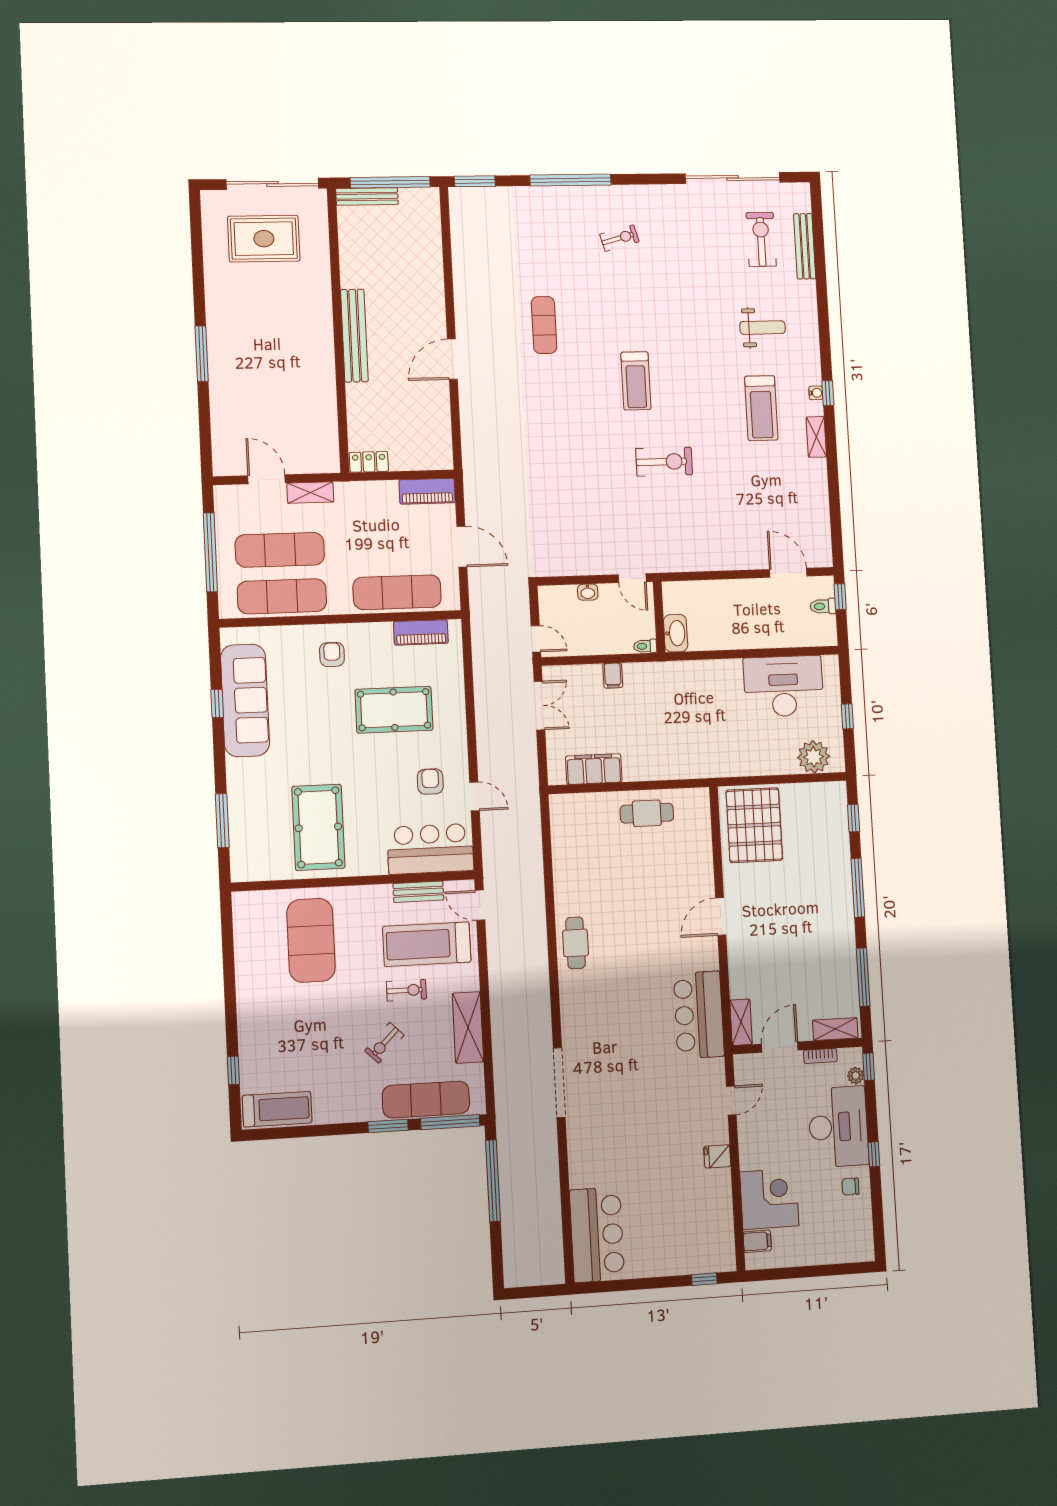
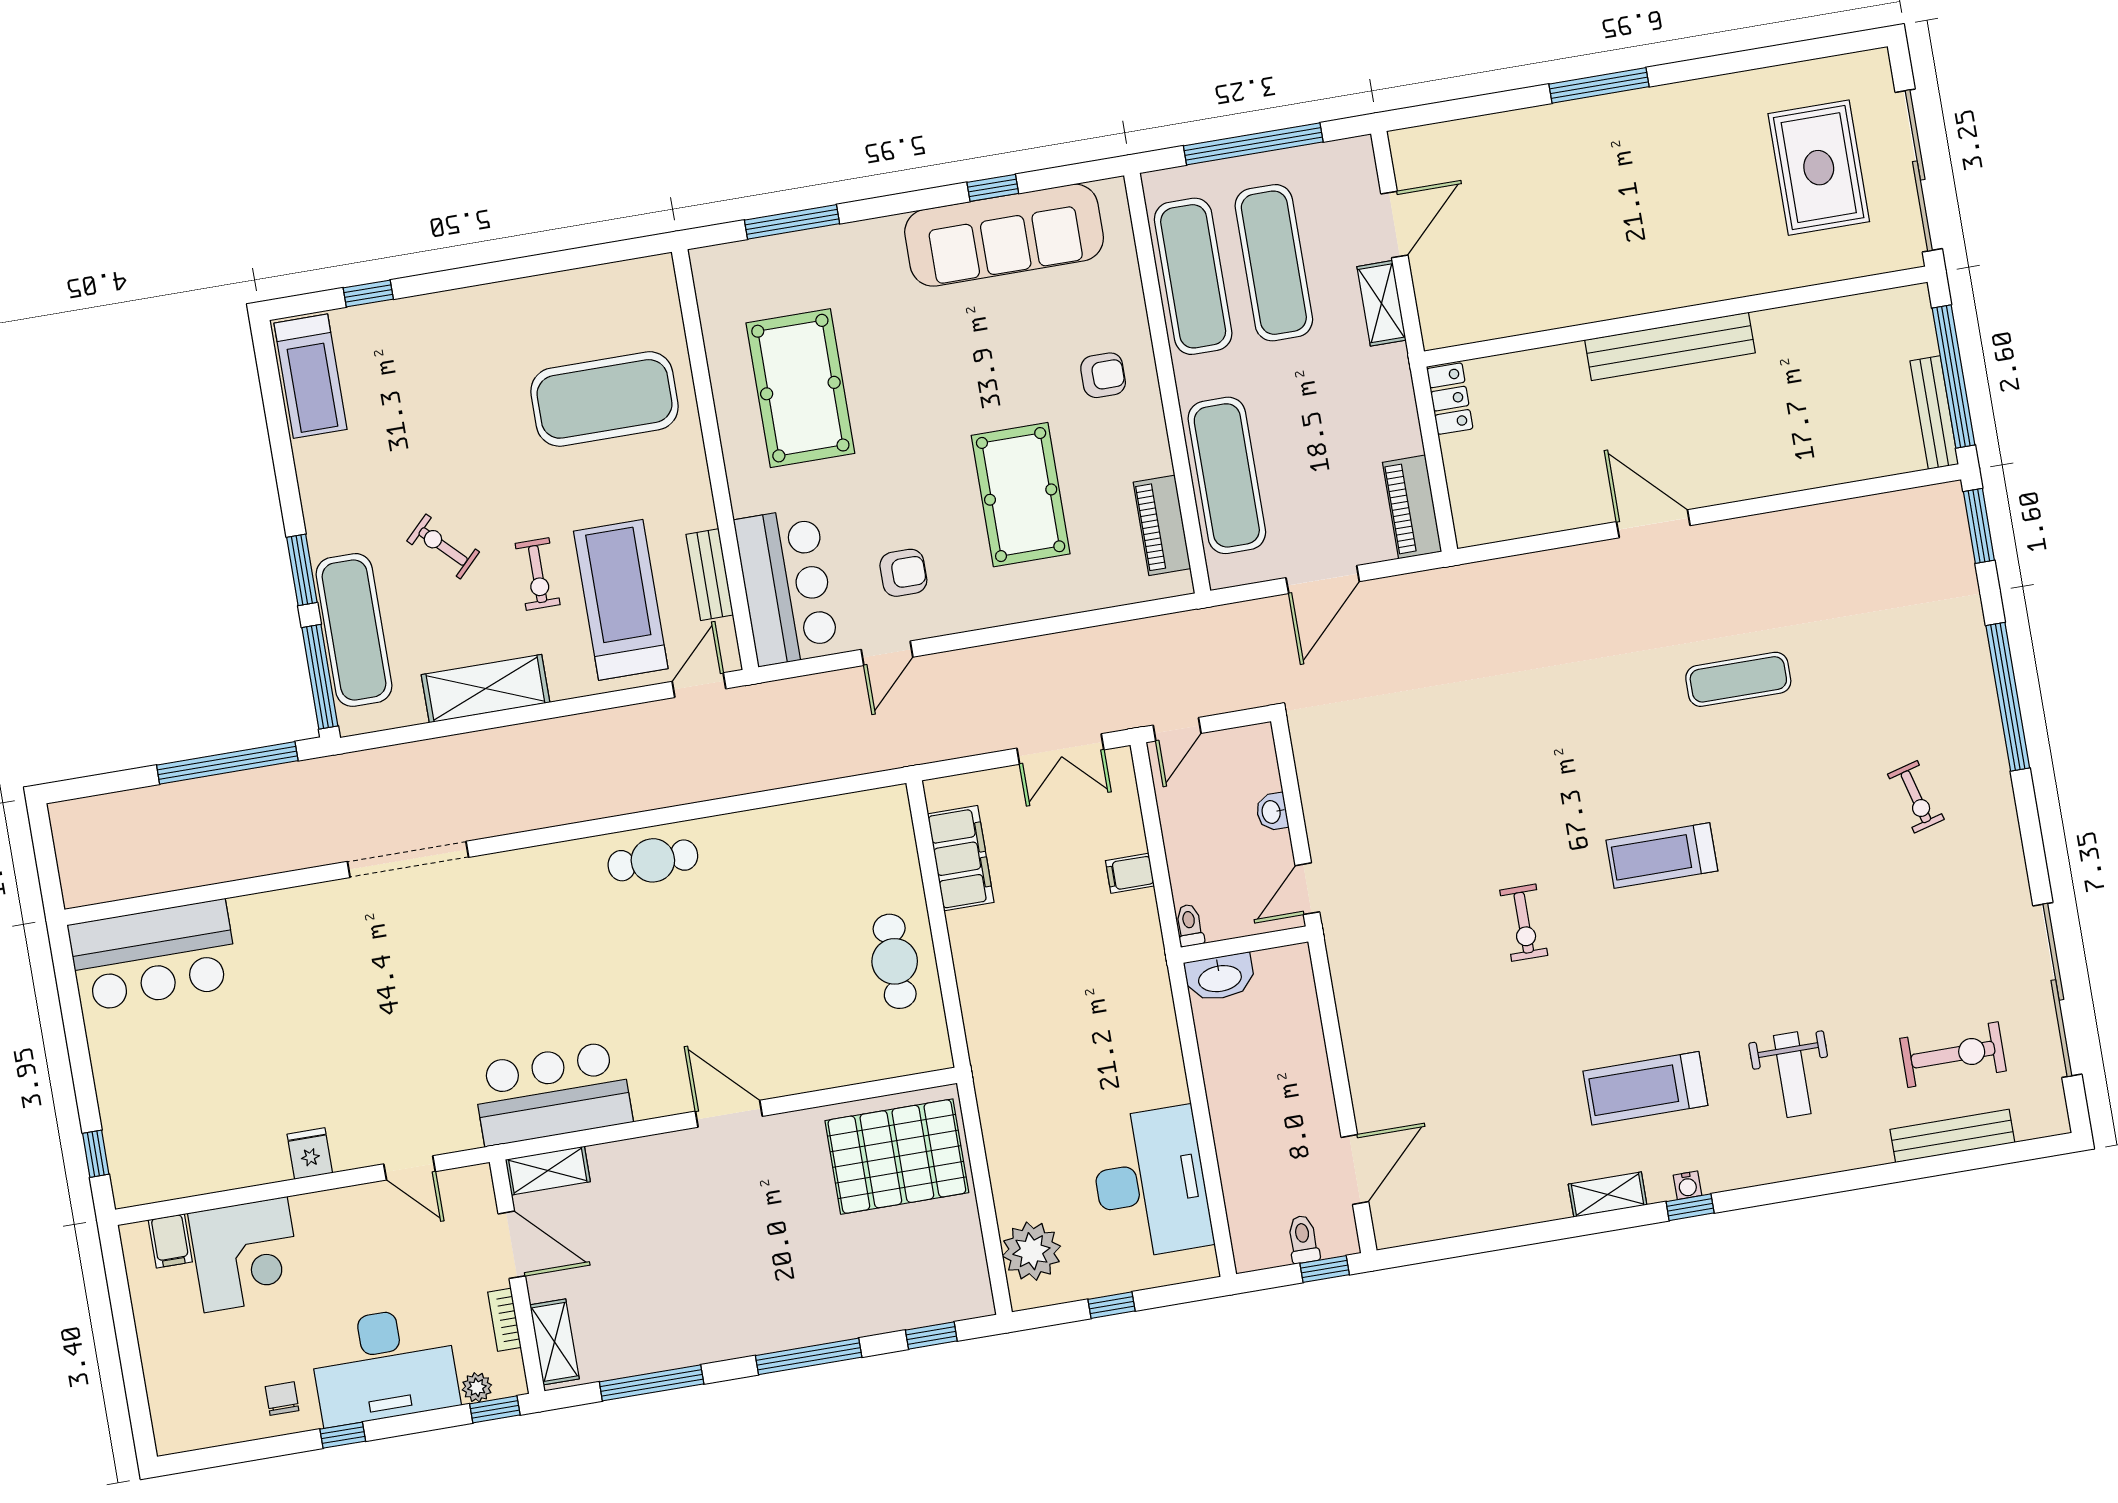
bench: (367, 196) -> (1934, 413), moved
exercise bike: (664, 462) -> (1524, 923), width x0.73, depth x0.72
pool table: (318, 827) -> (800, 388), turned 90

